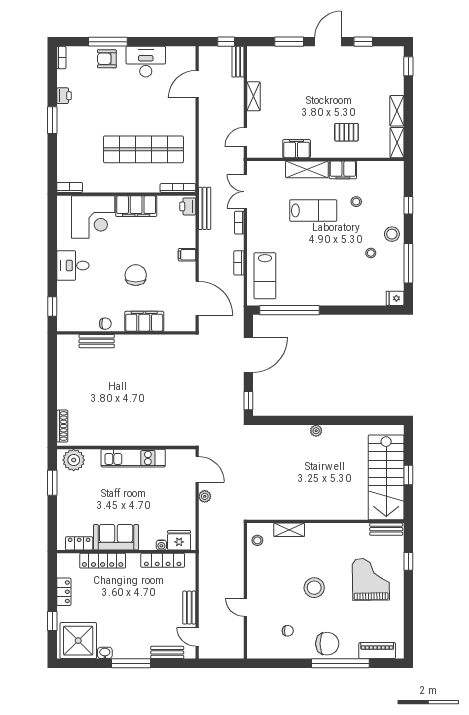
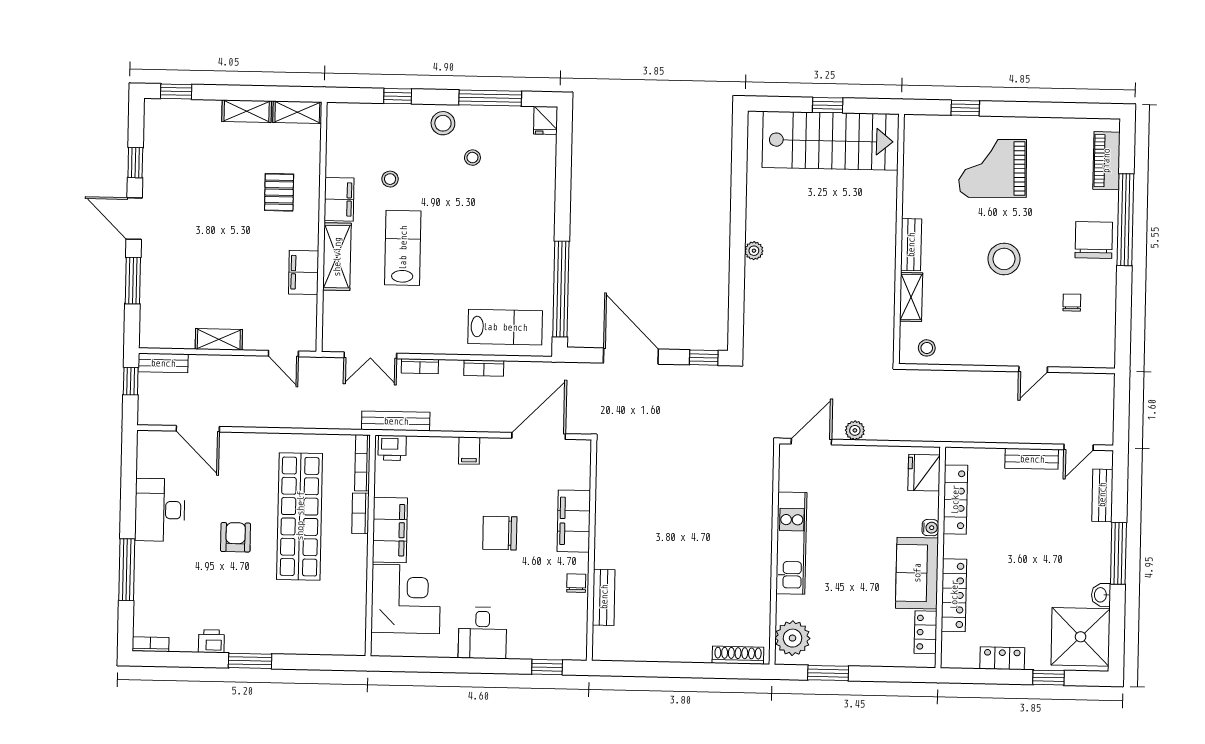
armchair: (107, 59) -> (236, 537), moved, turned 180
bookcase: (70, 187) -> (360, 513), moved
bench: (386, 529) -> (911, 245), moved
water cooler: (161, 545) -> (930, 528), moved

